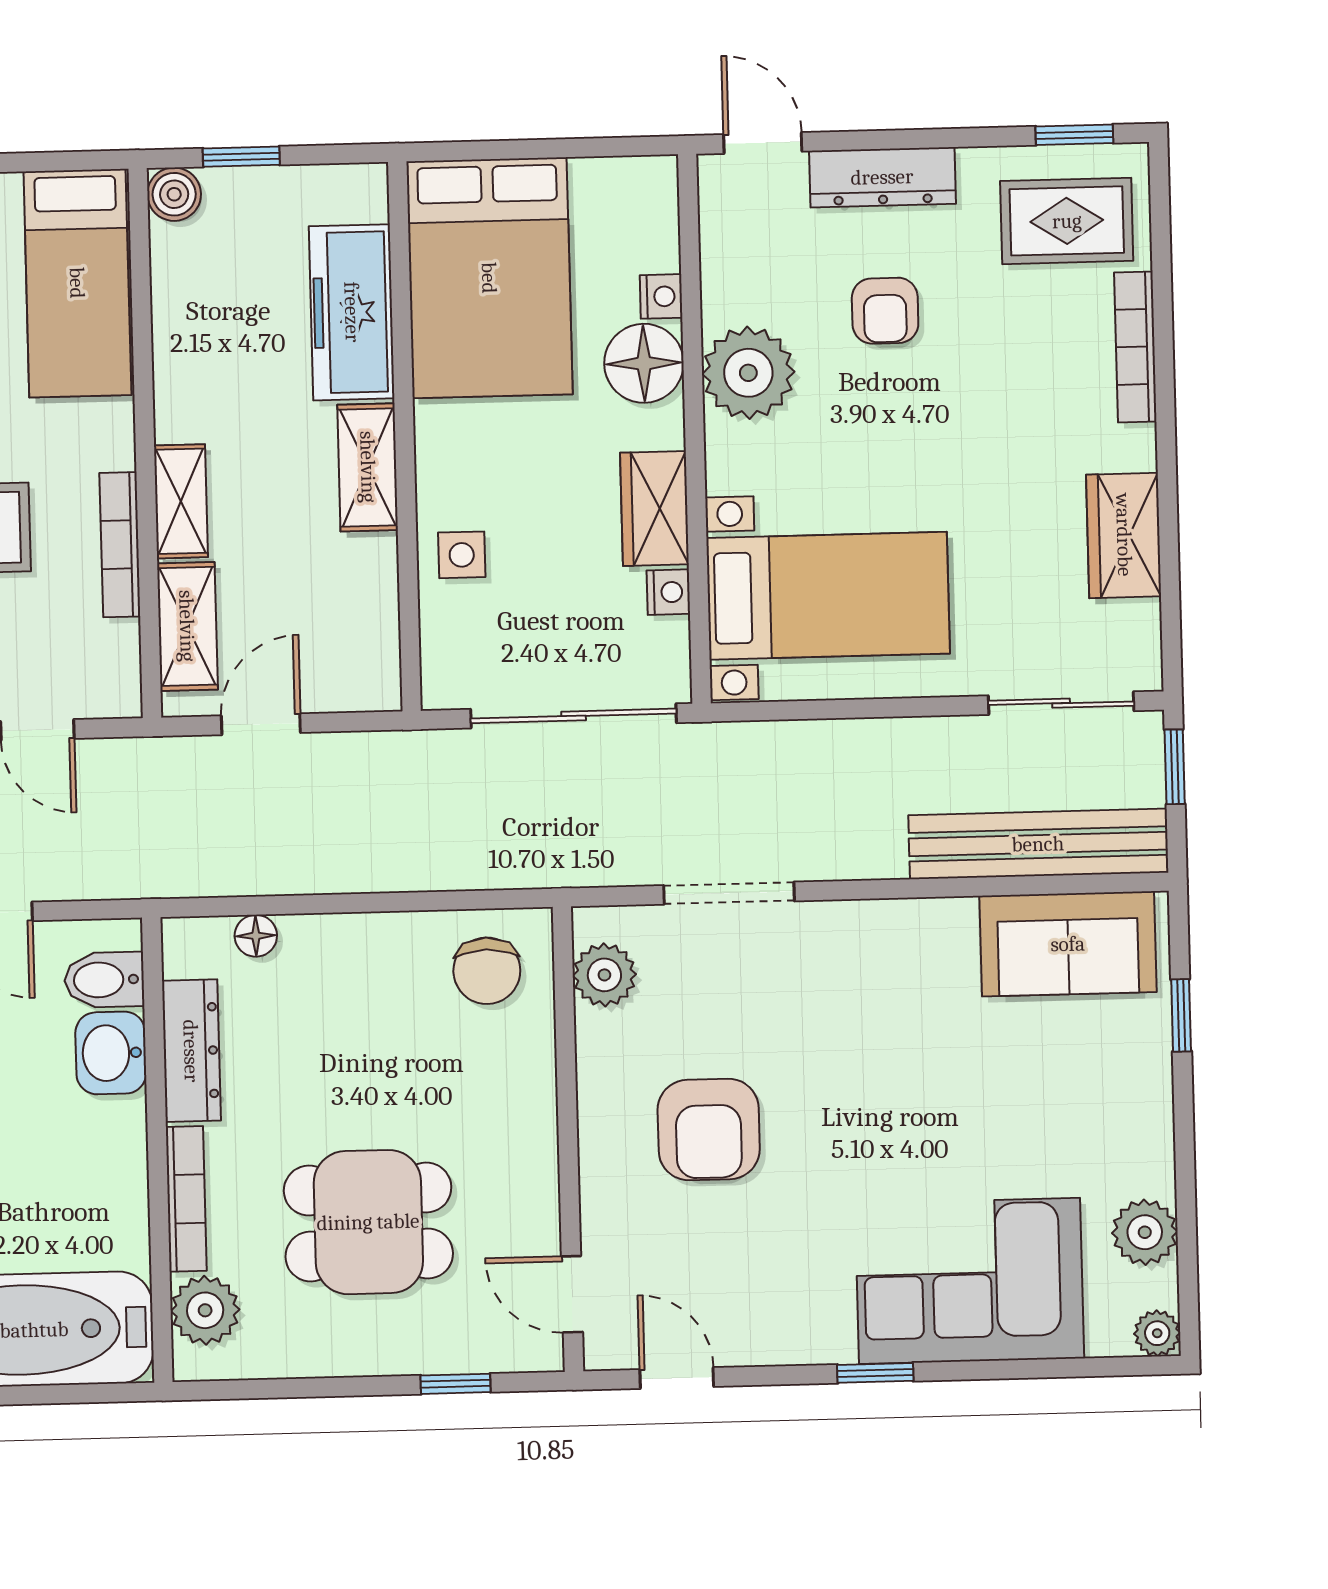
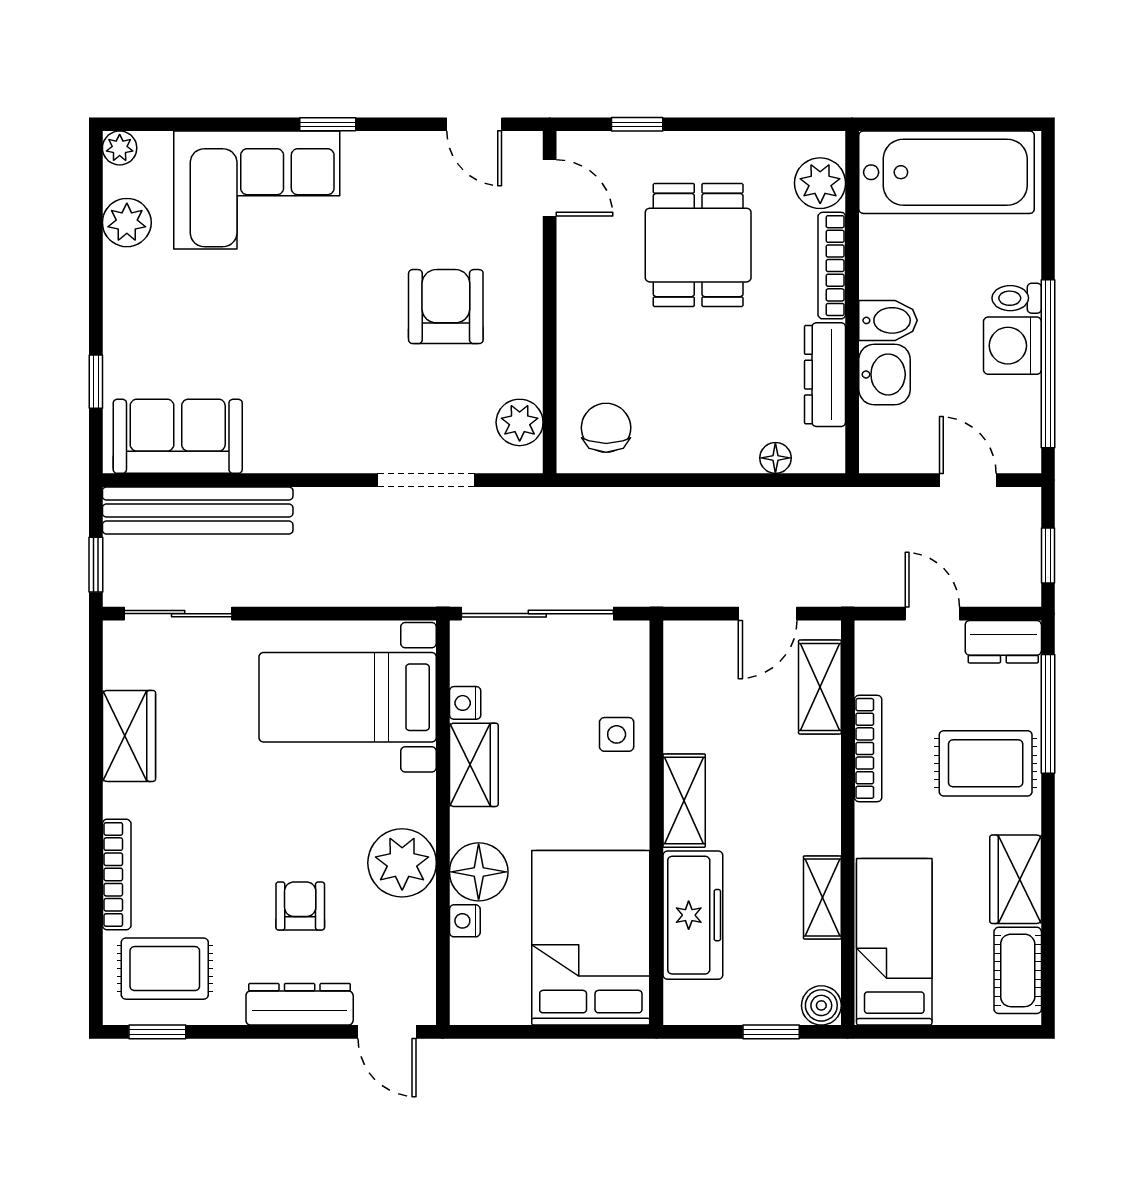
shelving: (181, 501) -> (822, 897), moved
bidet: (104, 980) -> (888, 320), moved
dining table: (368, 1222) -> (698, 245), turned 90

